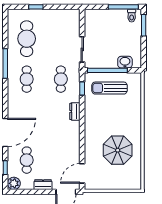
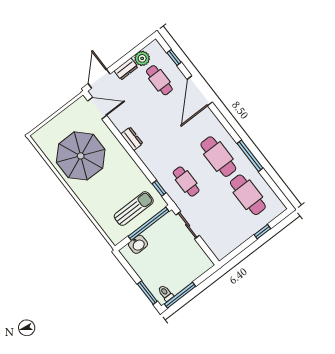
cafe table: (27, 79) -> (218, 157), width x1.37, depth x1.35
dresser: (75, 111) -> (132, 139), moved
parasol: (118, 150) -> (81, 156), width x1.36, depth x1.36
door: (82, 173) -> (97, 108), hinge flipped
plant: (14, 183) -> (142, 58), moved

